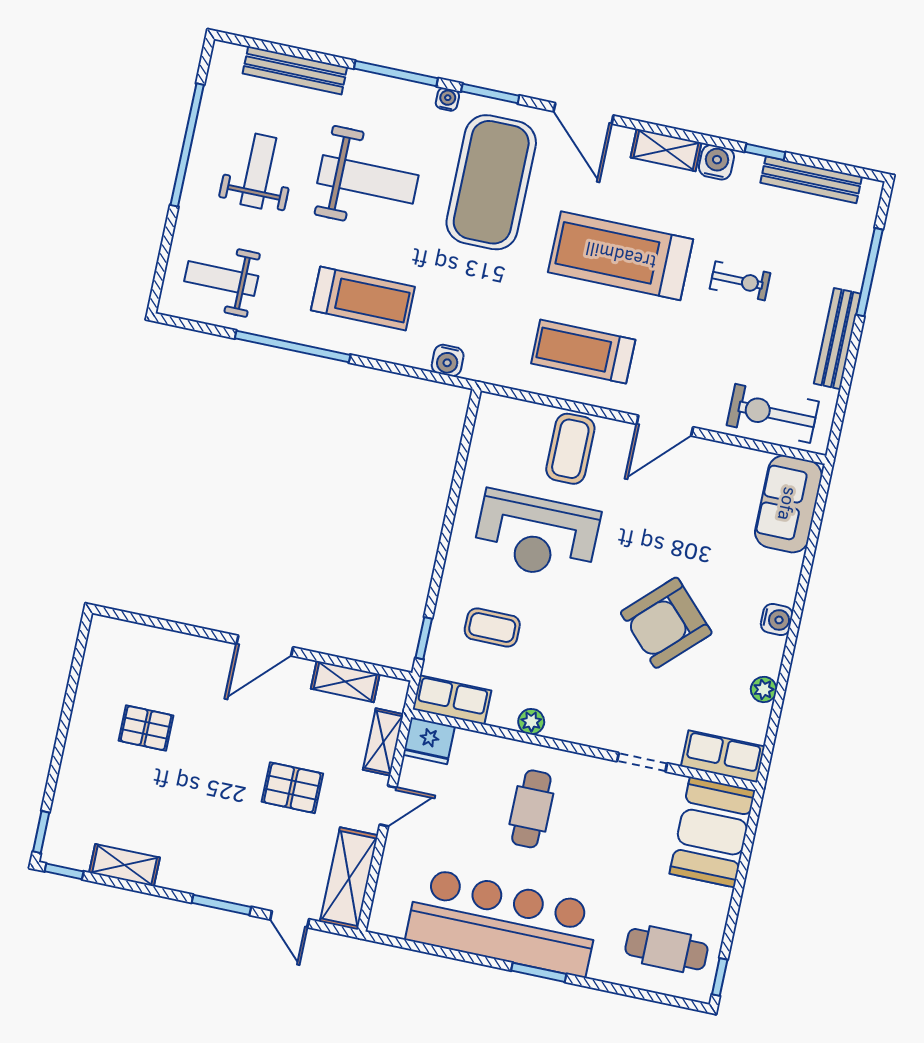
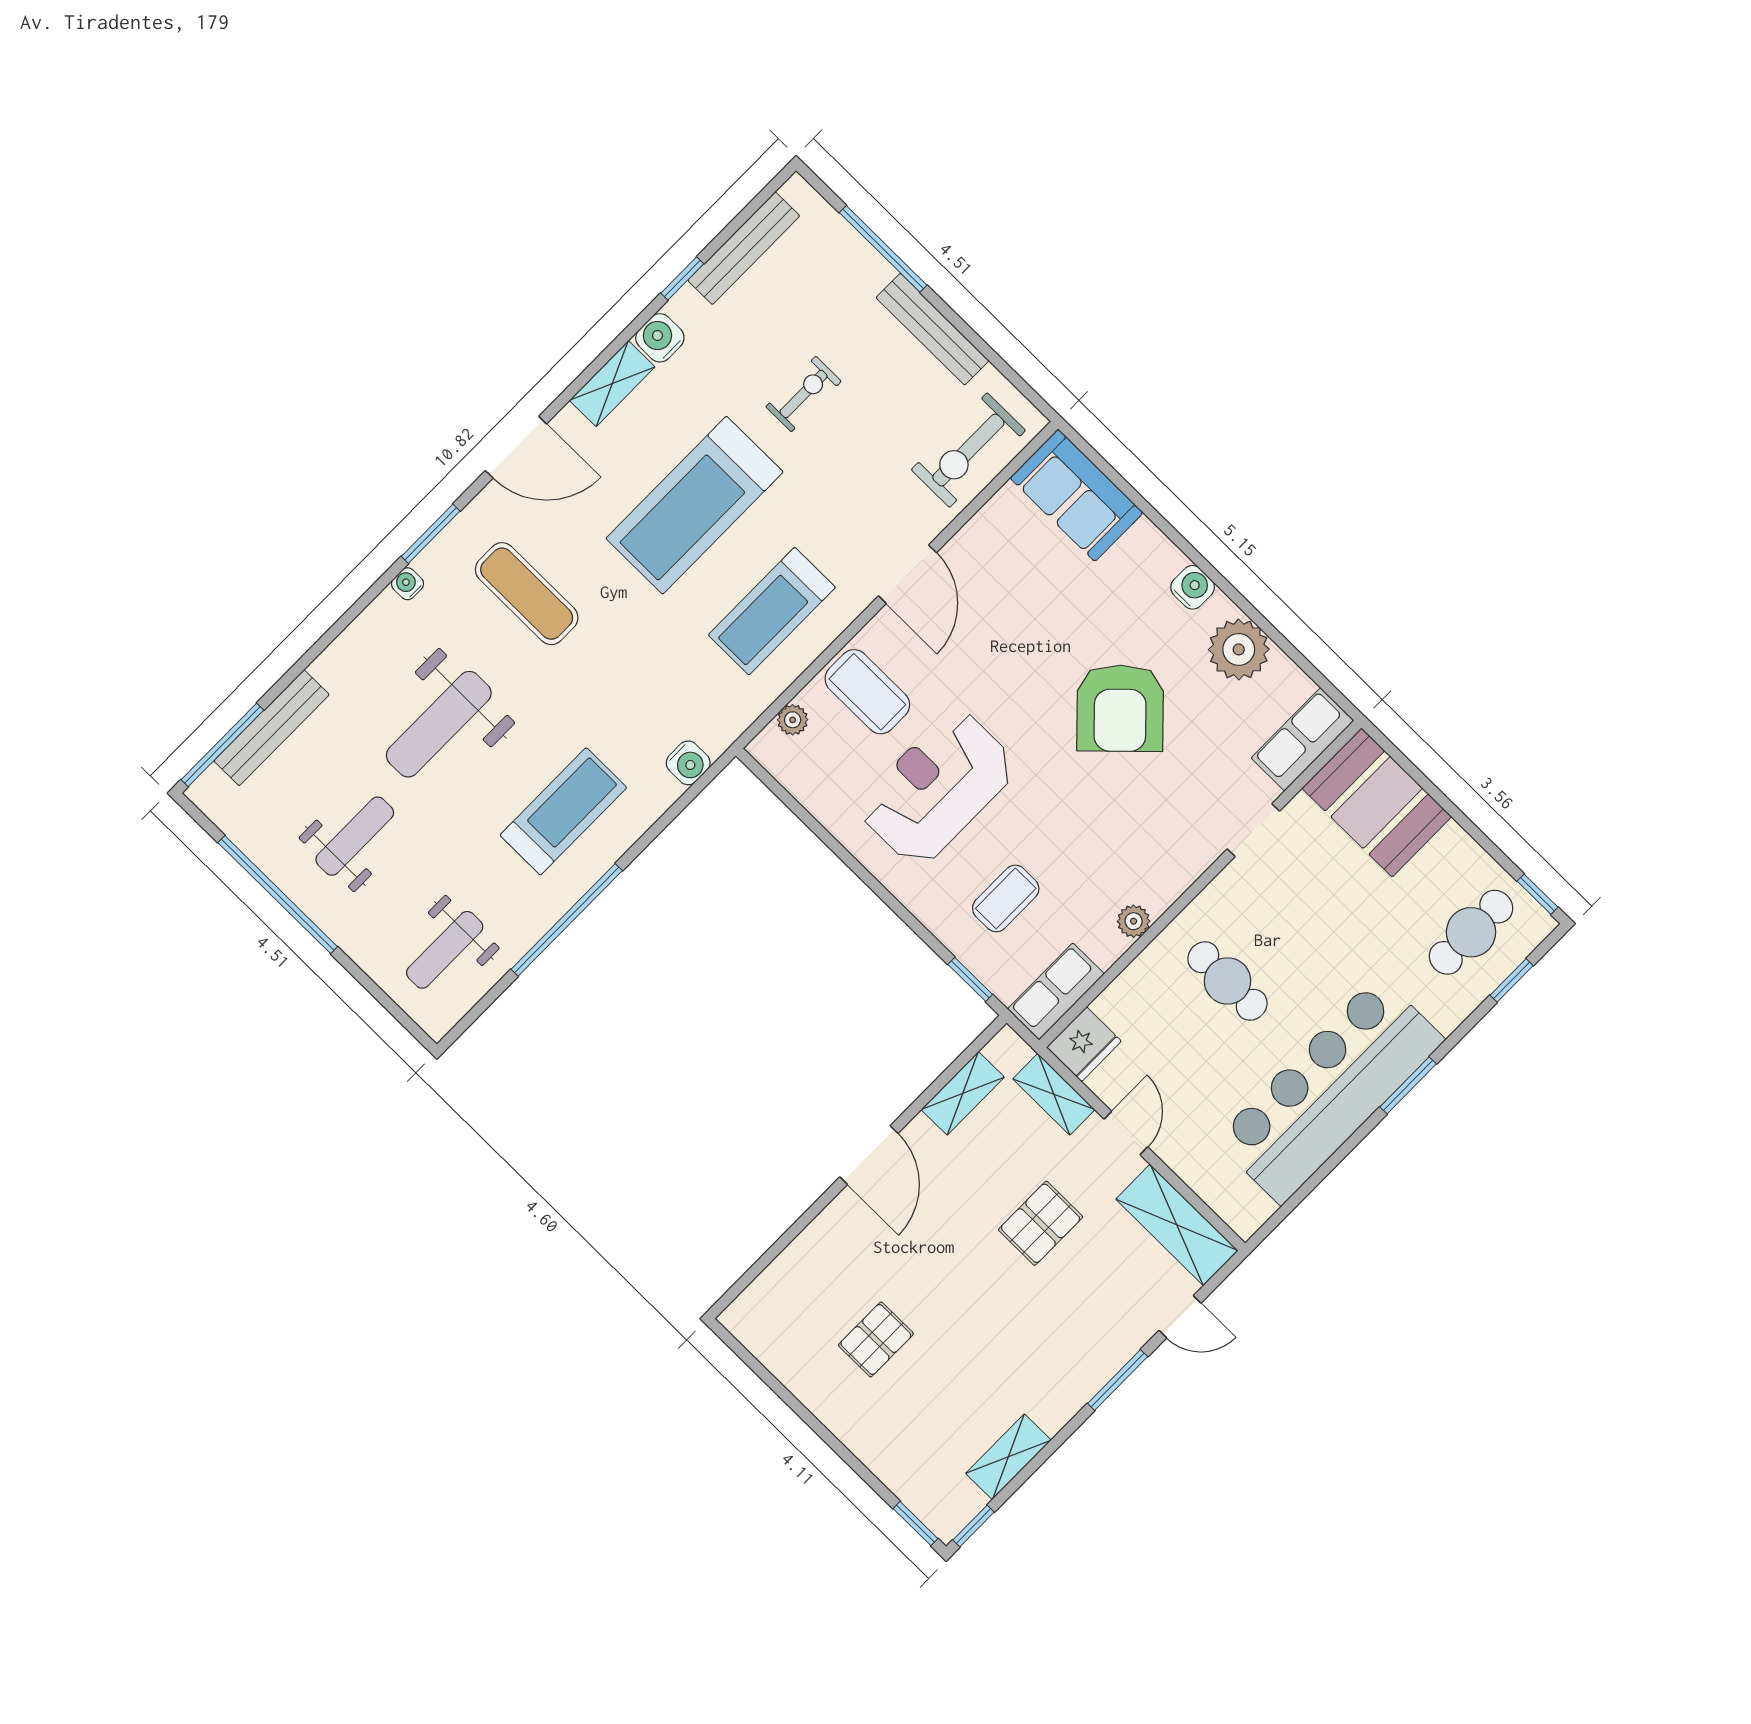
window: (396, 73) -> (222, 745), moved
weight bench: (258, 171) -> (355, 836), turned 90
weight bench: (368, 179) -> (439, 724), turned 180
exercise mat: (491, 182) -> (527, 594), width x0.50, depth x0.69
plant: (520, 411) -> (793, 720), added
reception desk: (537, 535) -> (937, 788), turned 180
plant: (764, 689) -> (1239, 649), width x1.88, depth x1.88
window: (652, 996) -> (1512, 980), added

